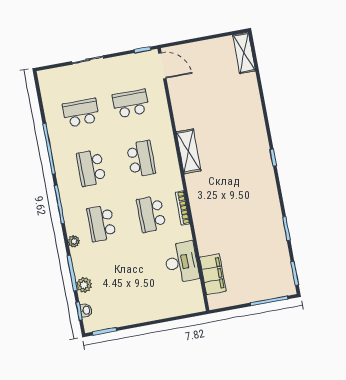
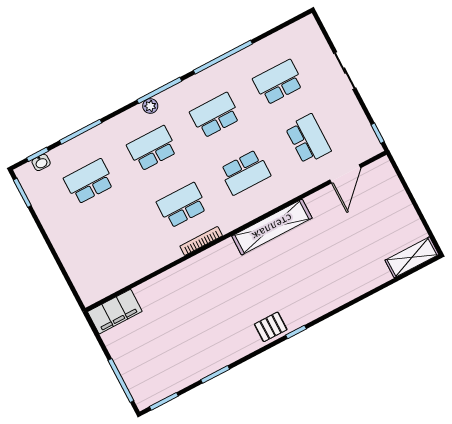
door: (162, 66) -> (345, 174), moved
school desk: (81, 113) -> (278, 82), turned -90
shelving: (189, 151) -> (272, 227), width x1.47
pallet: (264, 176) -> (271, 327), added
plant: (74, 241) -> (150, 106), moved
desk: (181, 262) -> (135, 260), removed
filing cabinet: (213, 274) -> (115, 312), moved
school desk: (112, 279) -> (89, 182), added
plant: (84, 285) -> (71, 151), removed

